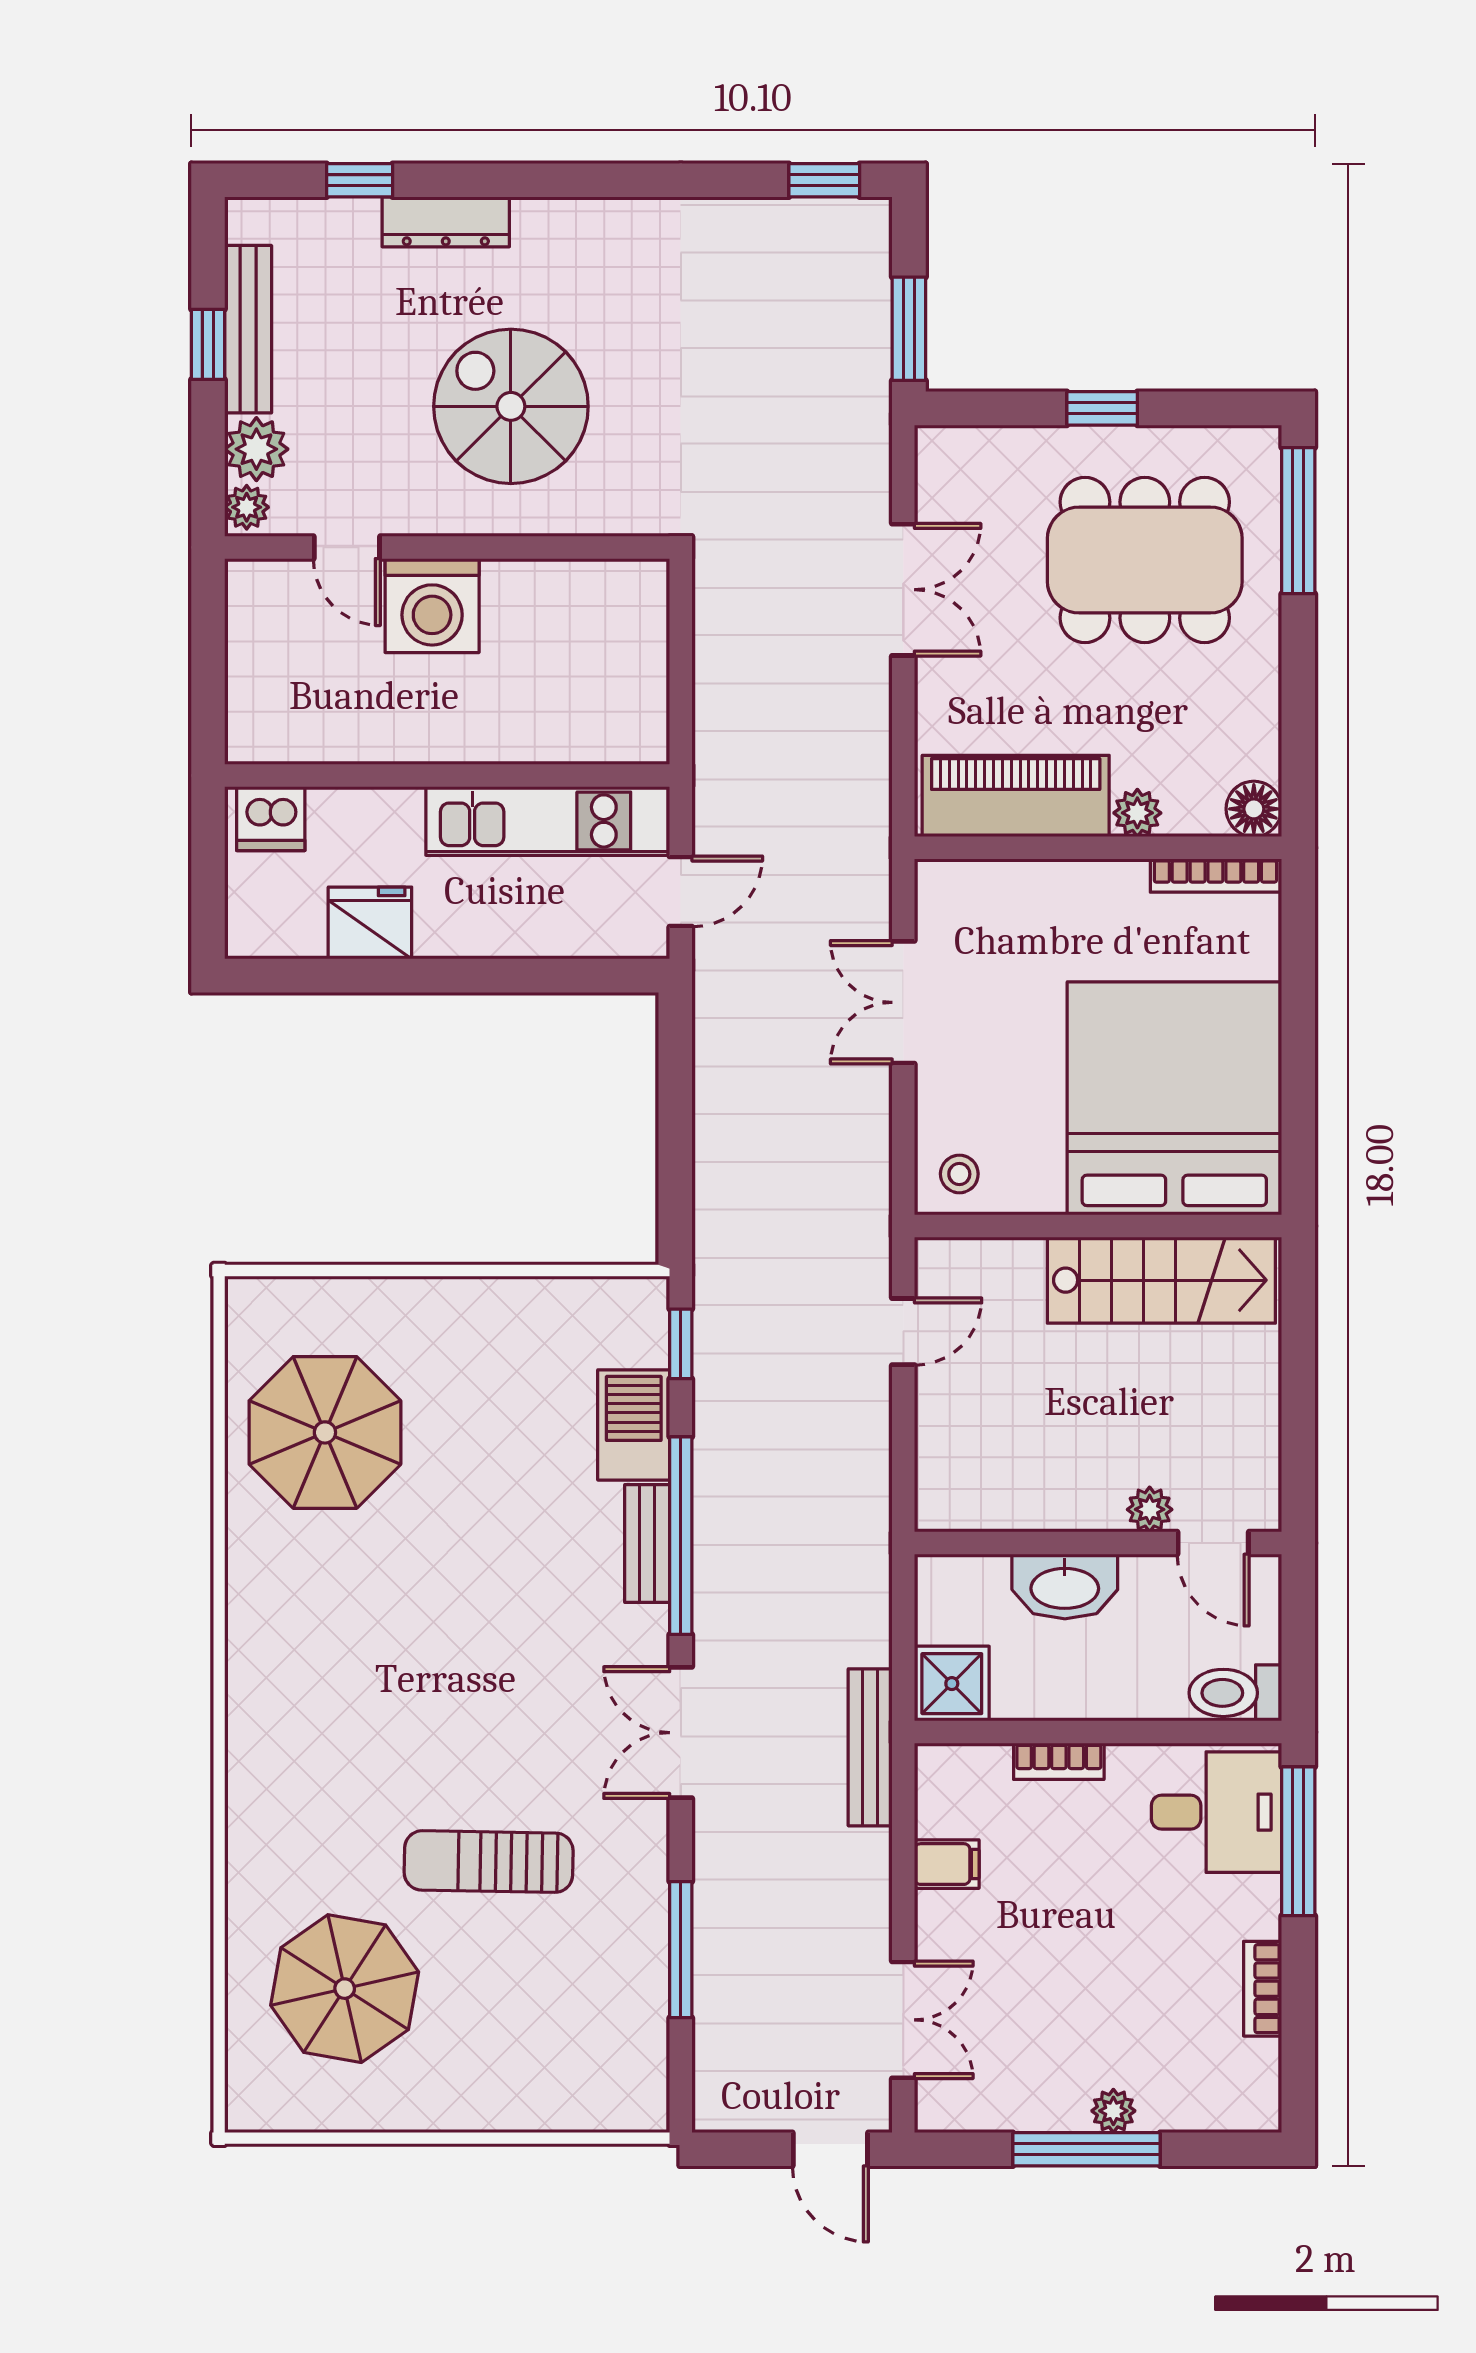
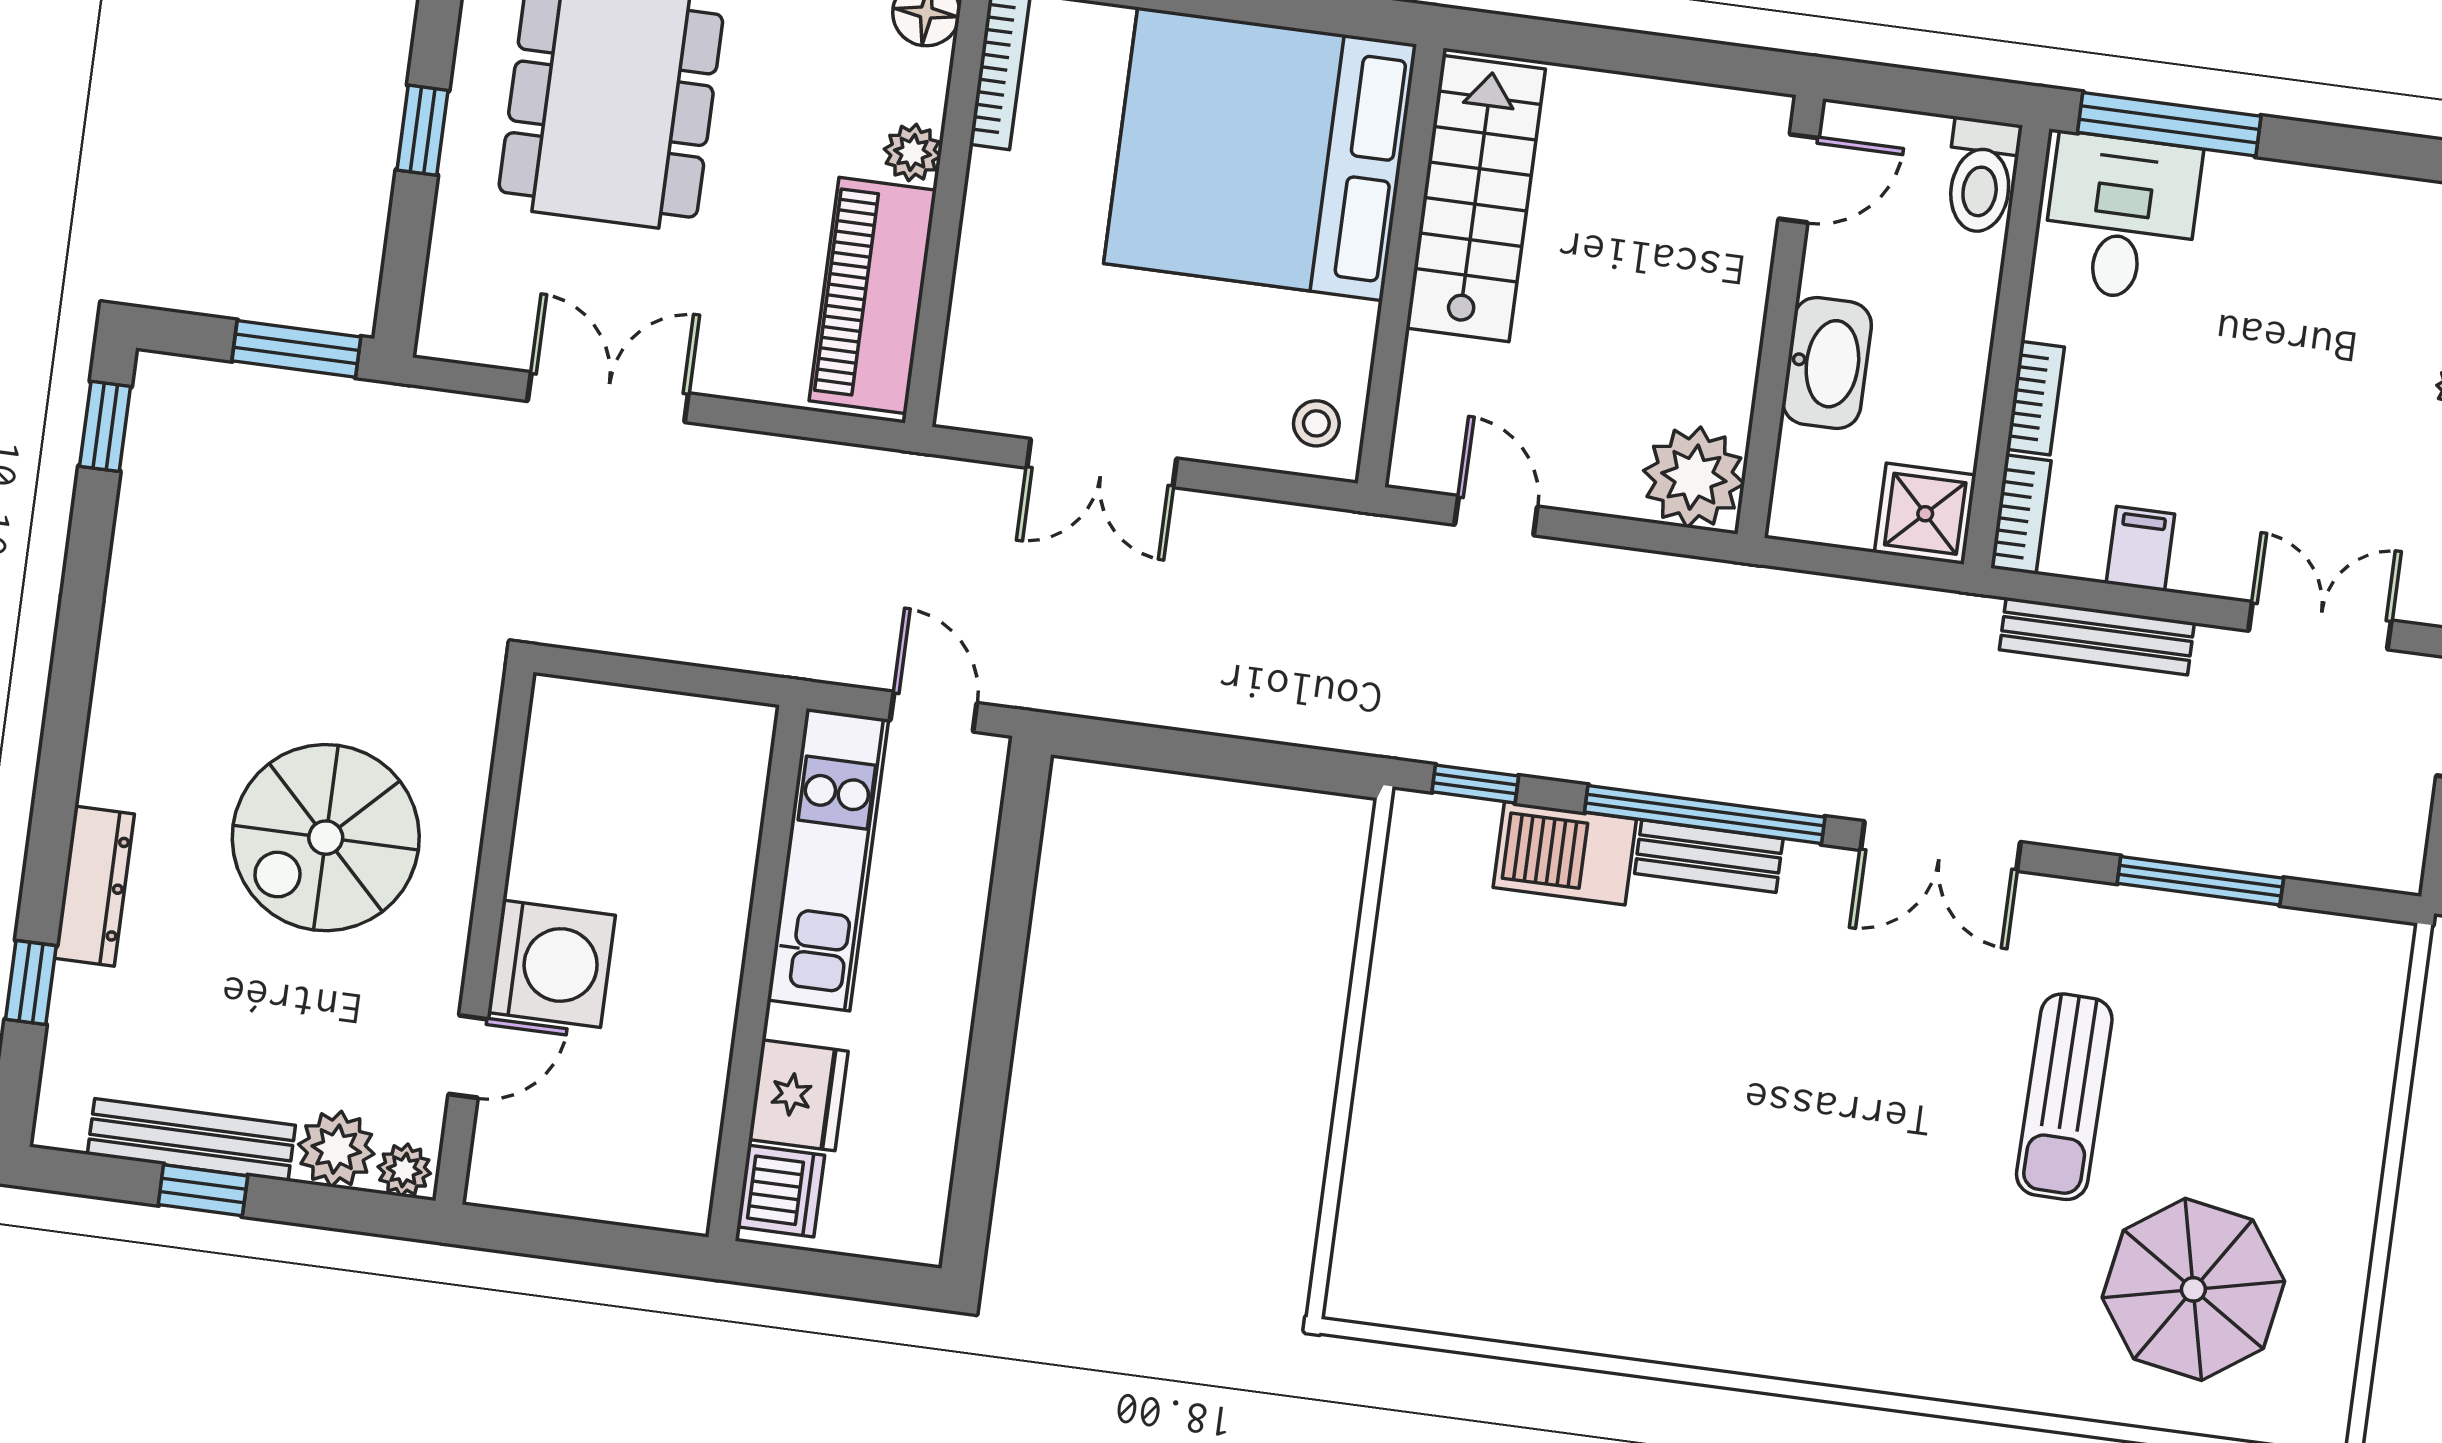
fridge: (370, 923) -> (798, 1095), moved, turned 180
parasol: (325, 1432) -> (1524, 1224), removed
plant: (1150, 1509) -> (1694, 477), moved, width x1.87, depth x1.87
bench: (870, 1747) -> (2097, 636), moved
bookcase: (1263, 1989) -> (2021, 514), moved, turned -90

